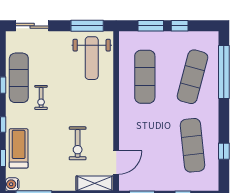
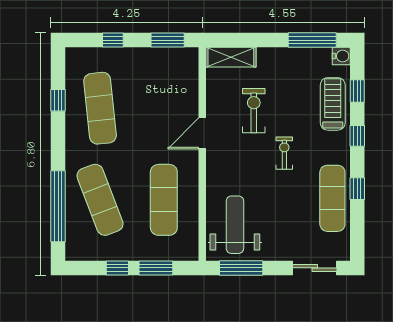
exercise mat: (193, 77) -> (100, 200), turned -36
exercise bike: (41, 97) -> (284, 153), moved
treadmill: (19, 148) -> (333, 104), turned 180
door: (116, 163) -> (202, 133), moved

